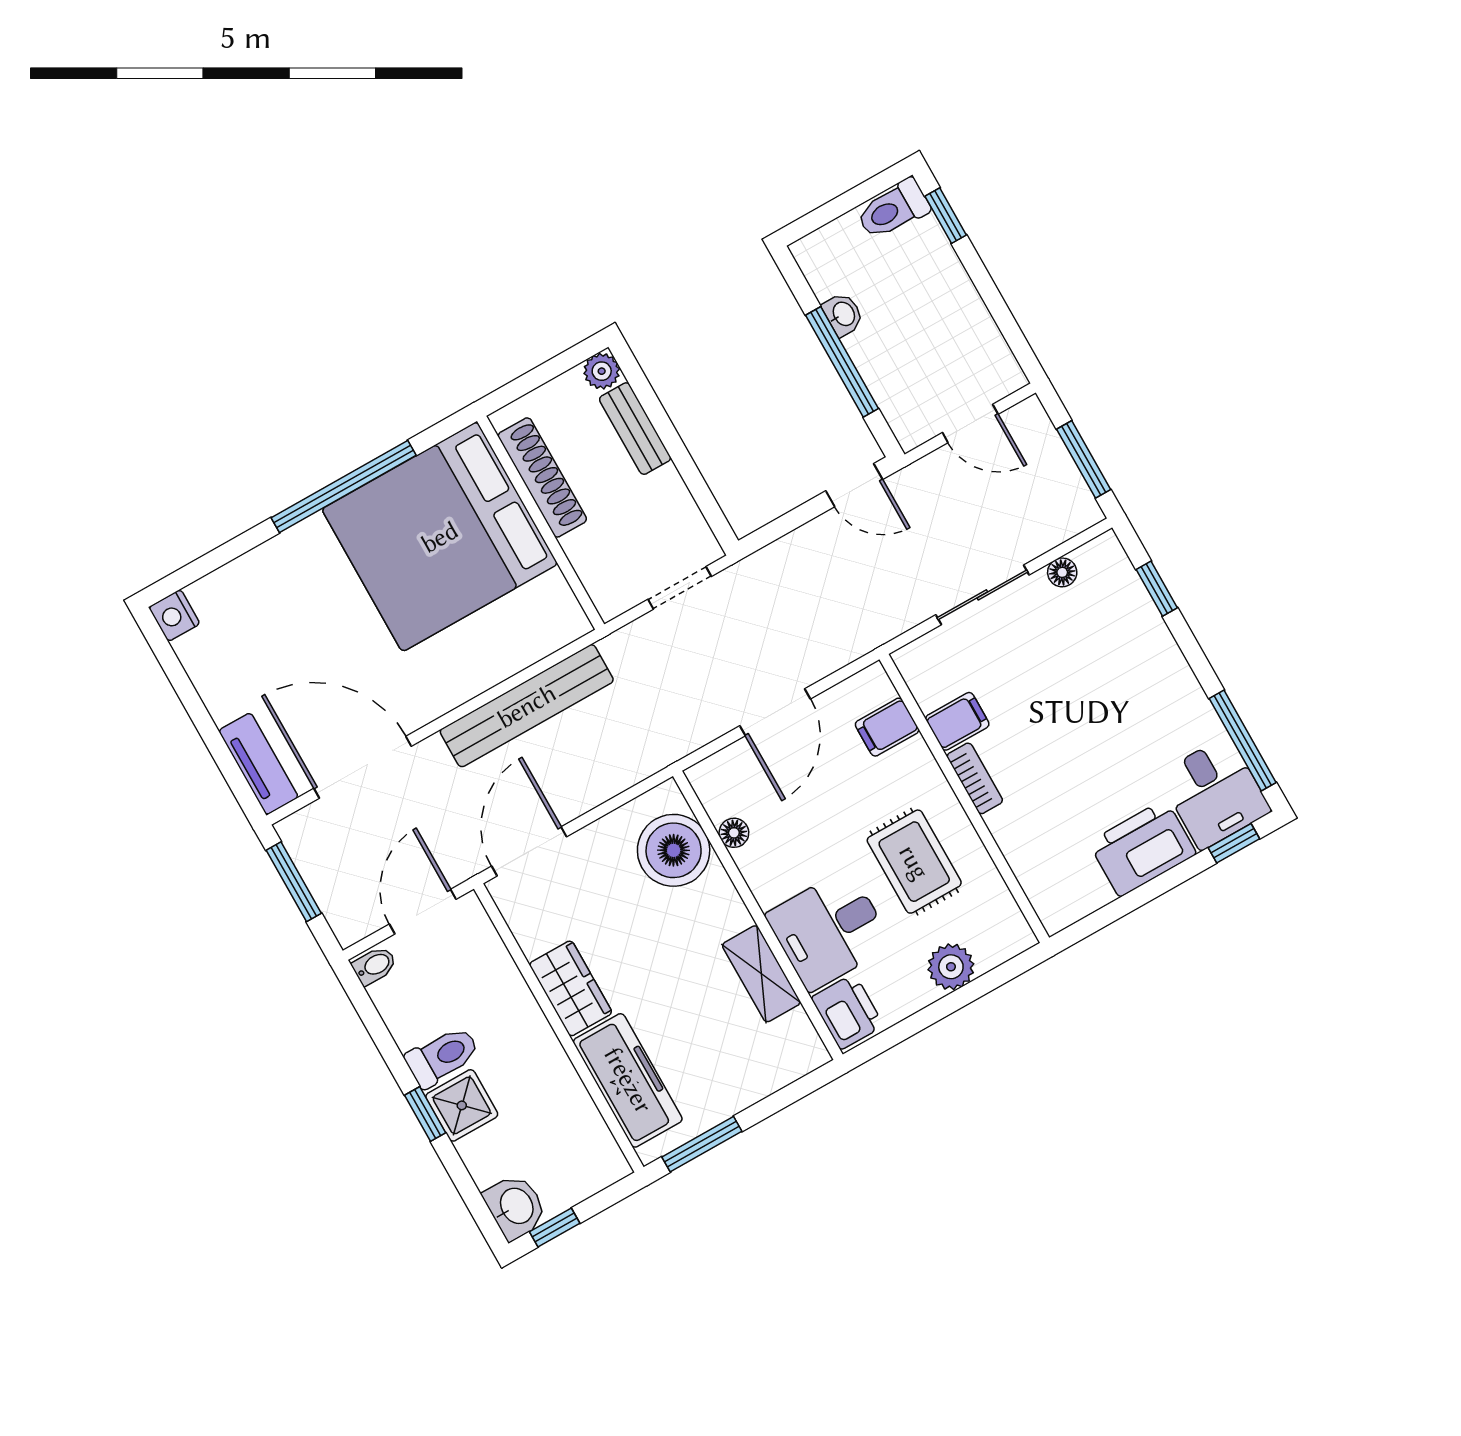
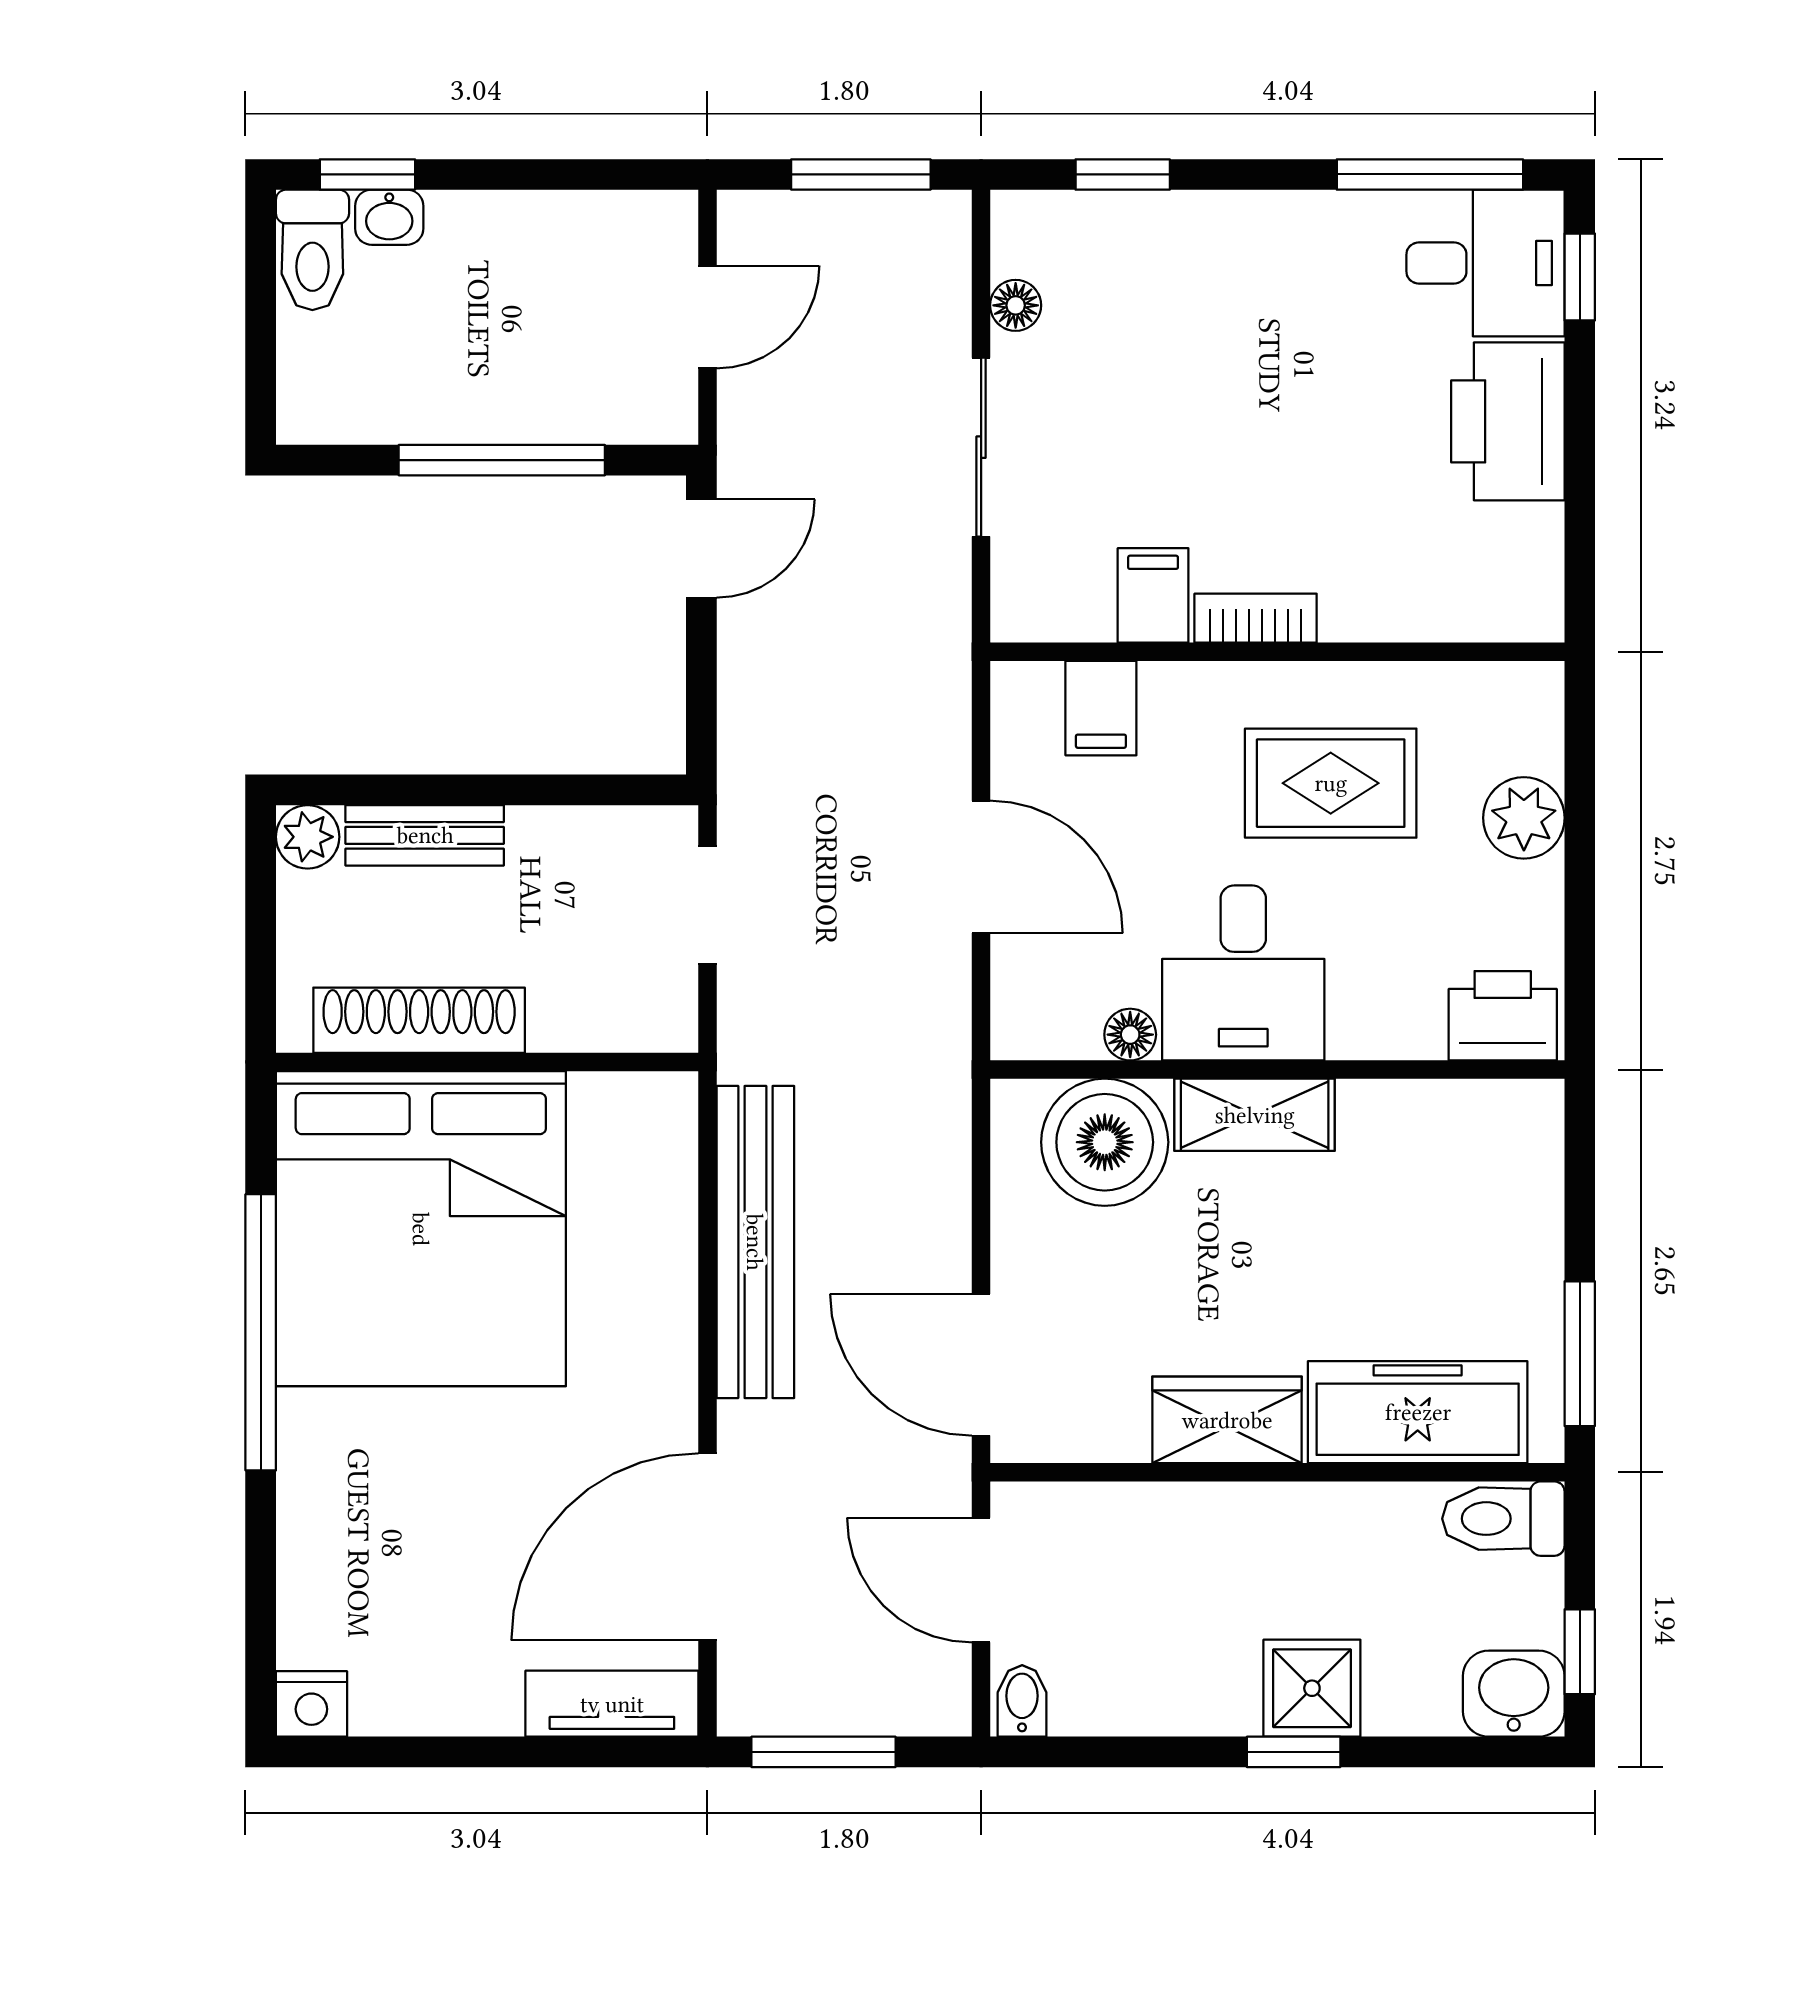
washbasin: (843, 314) -> (389, 217), moved, turned 180
desk: (829, 930) -> (1243, 973), moved
shelving: (761, 974) -> (1255, 1115), moved
toilet: (442, 1056) -> (1503, 1519), moved, turned -90

